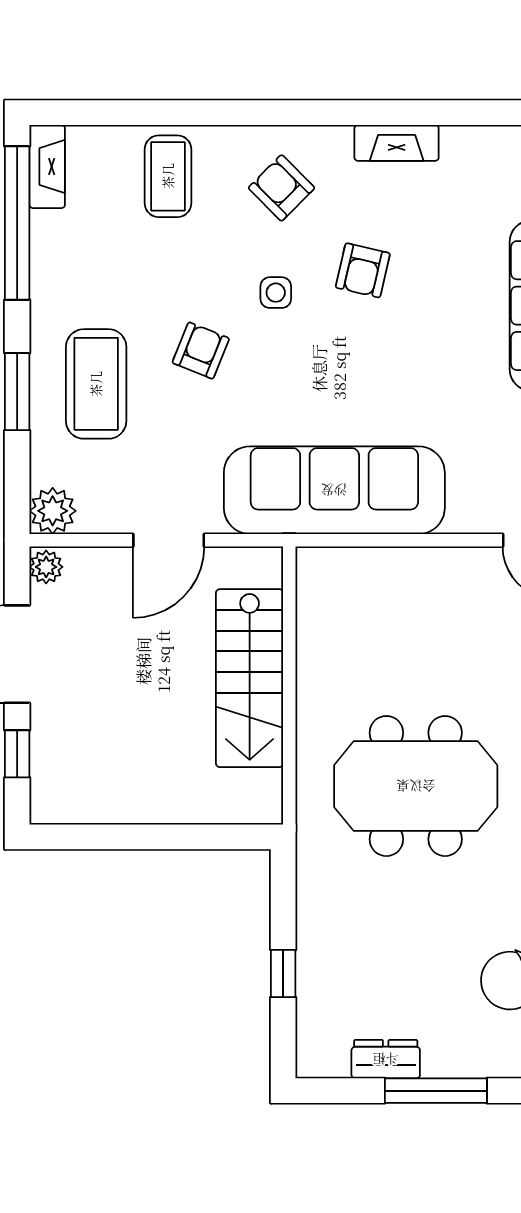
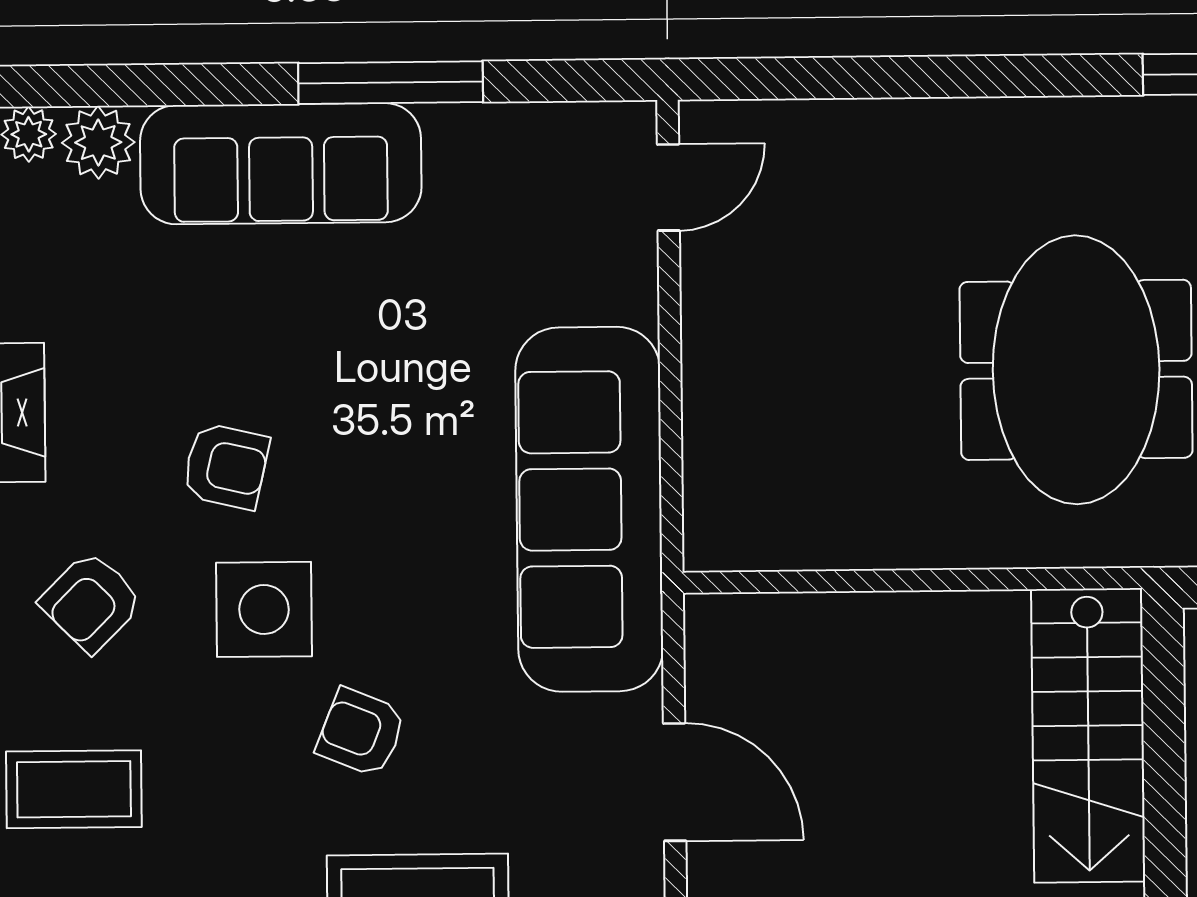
side table: (276, 293) -> (264, 609), width x1.87, depth x1.87
stairs: (250, 678) -> (1088, 735), moved, turned 90

